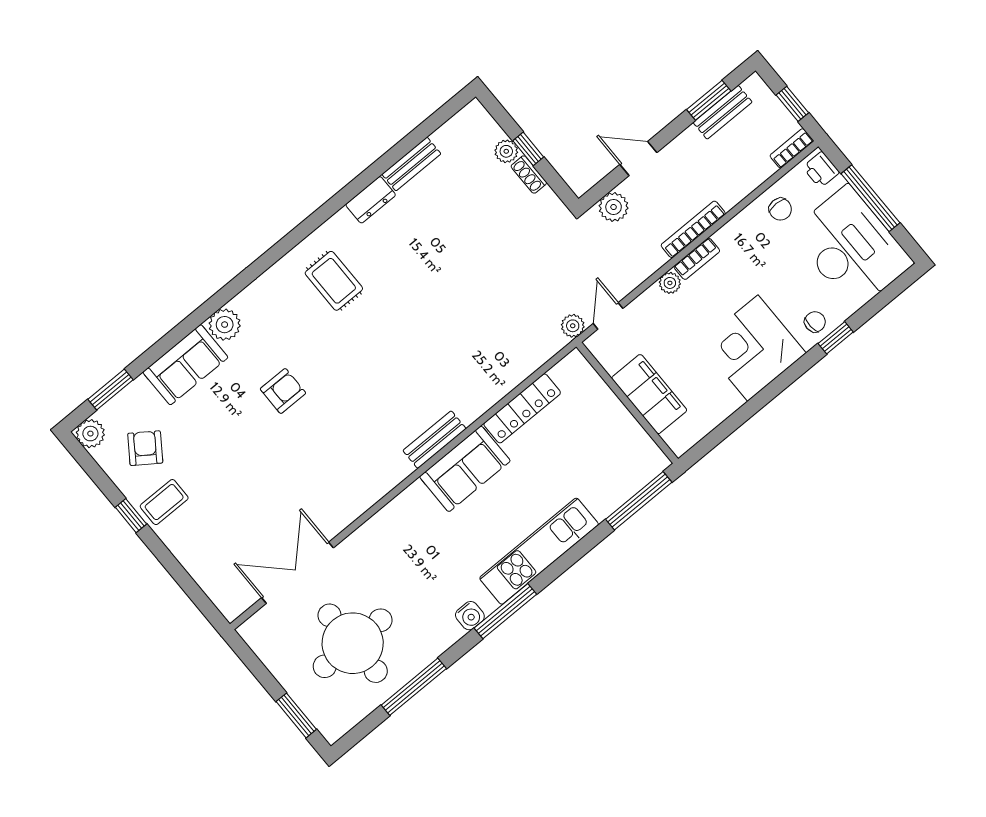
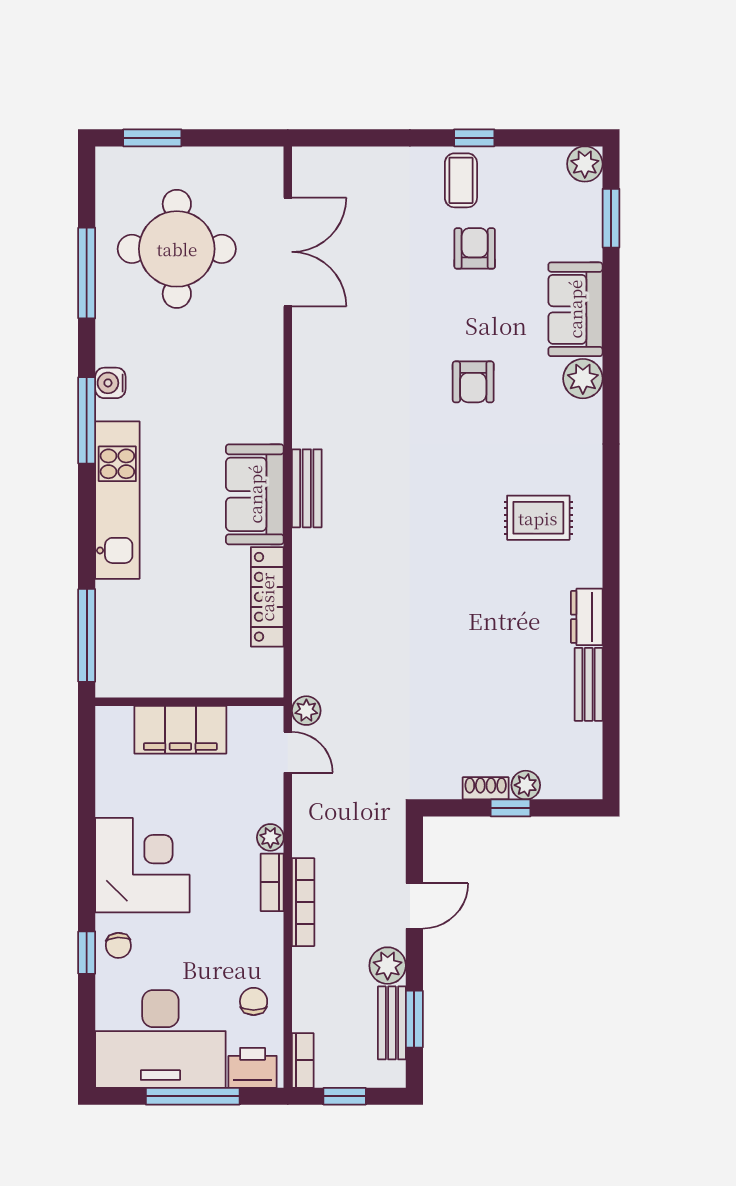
printer: (821, 170) -> (253, 1068), width x1.36, depth x1.24
plant: (614, 207) -> (388, 966), moved
chair: (780, 209) -> (254, 1001), turned 90
armchair: (145, 448) -> (475, 248), moved, turned -125

